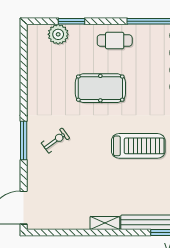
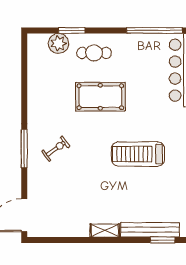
cafe table: (115, 41) -> (94, 53), moved
treadmill: (138, 146) -> (138, 154), turned 180

